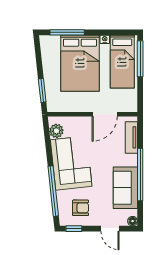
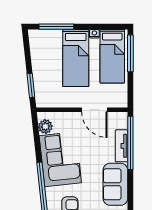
bed: (80, 63) -> (76, 58), width x0.67
door: (105, 114) -> (94, 110), hinge flipped
tv unit: (131, 137) -> (121, 146), moved
window: (140, 175) -> (130, 143), moved

